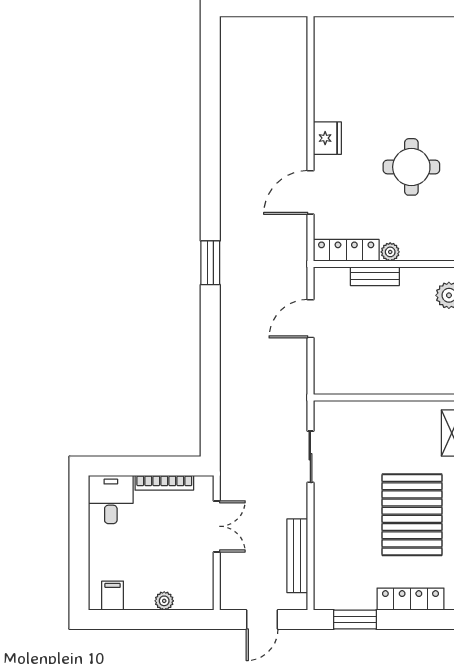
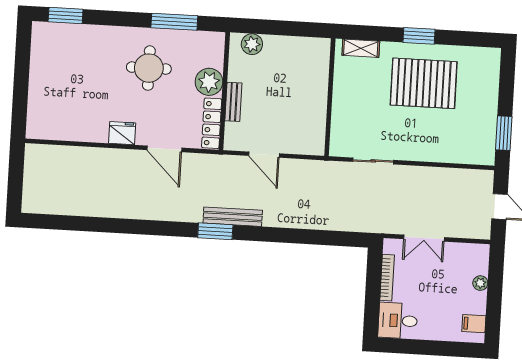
plant: (390, 252) -> (209, 82), width x1.88, depth x1.88
double door: (217, 526) -> (424, 238), swing flipped
bench: (297, 556) -> (233, 217), moved
locker: (410, 599) -> (490, 88), removed

